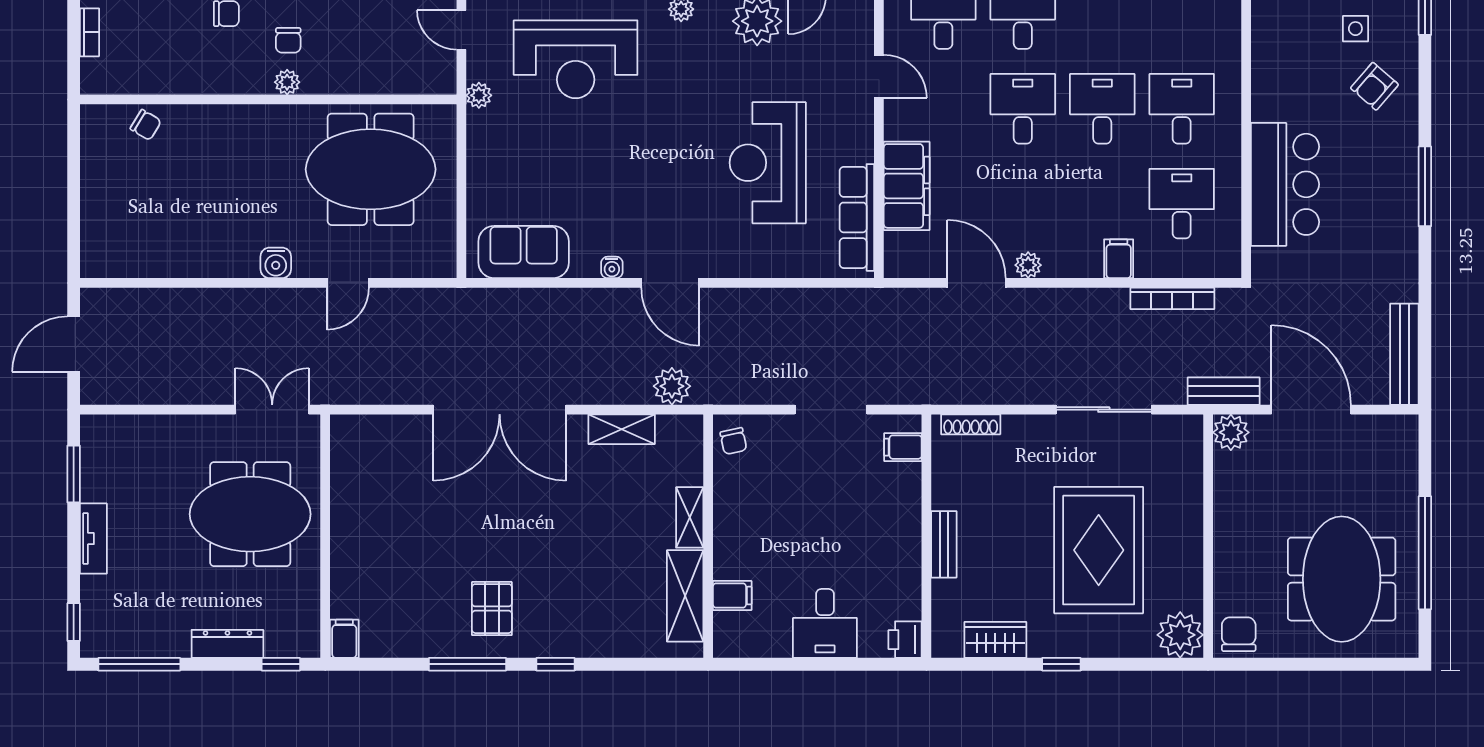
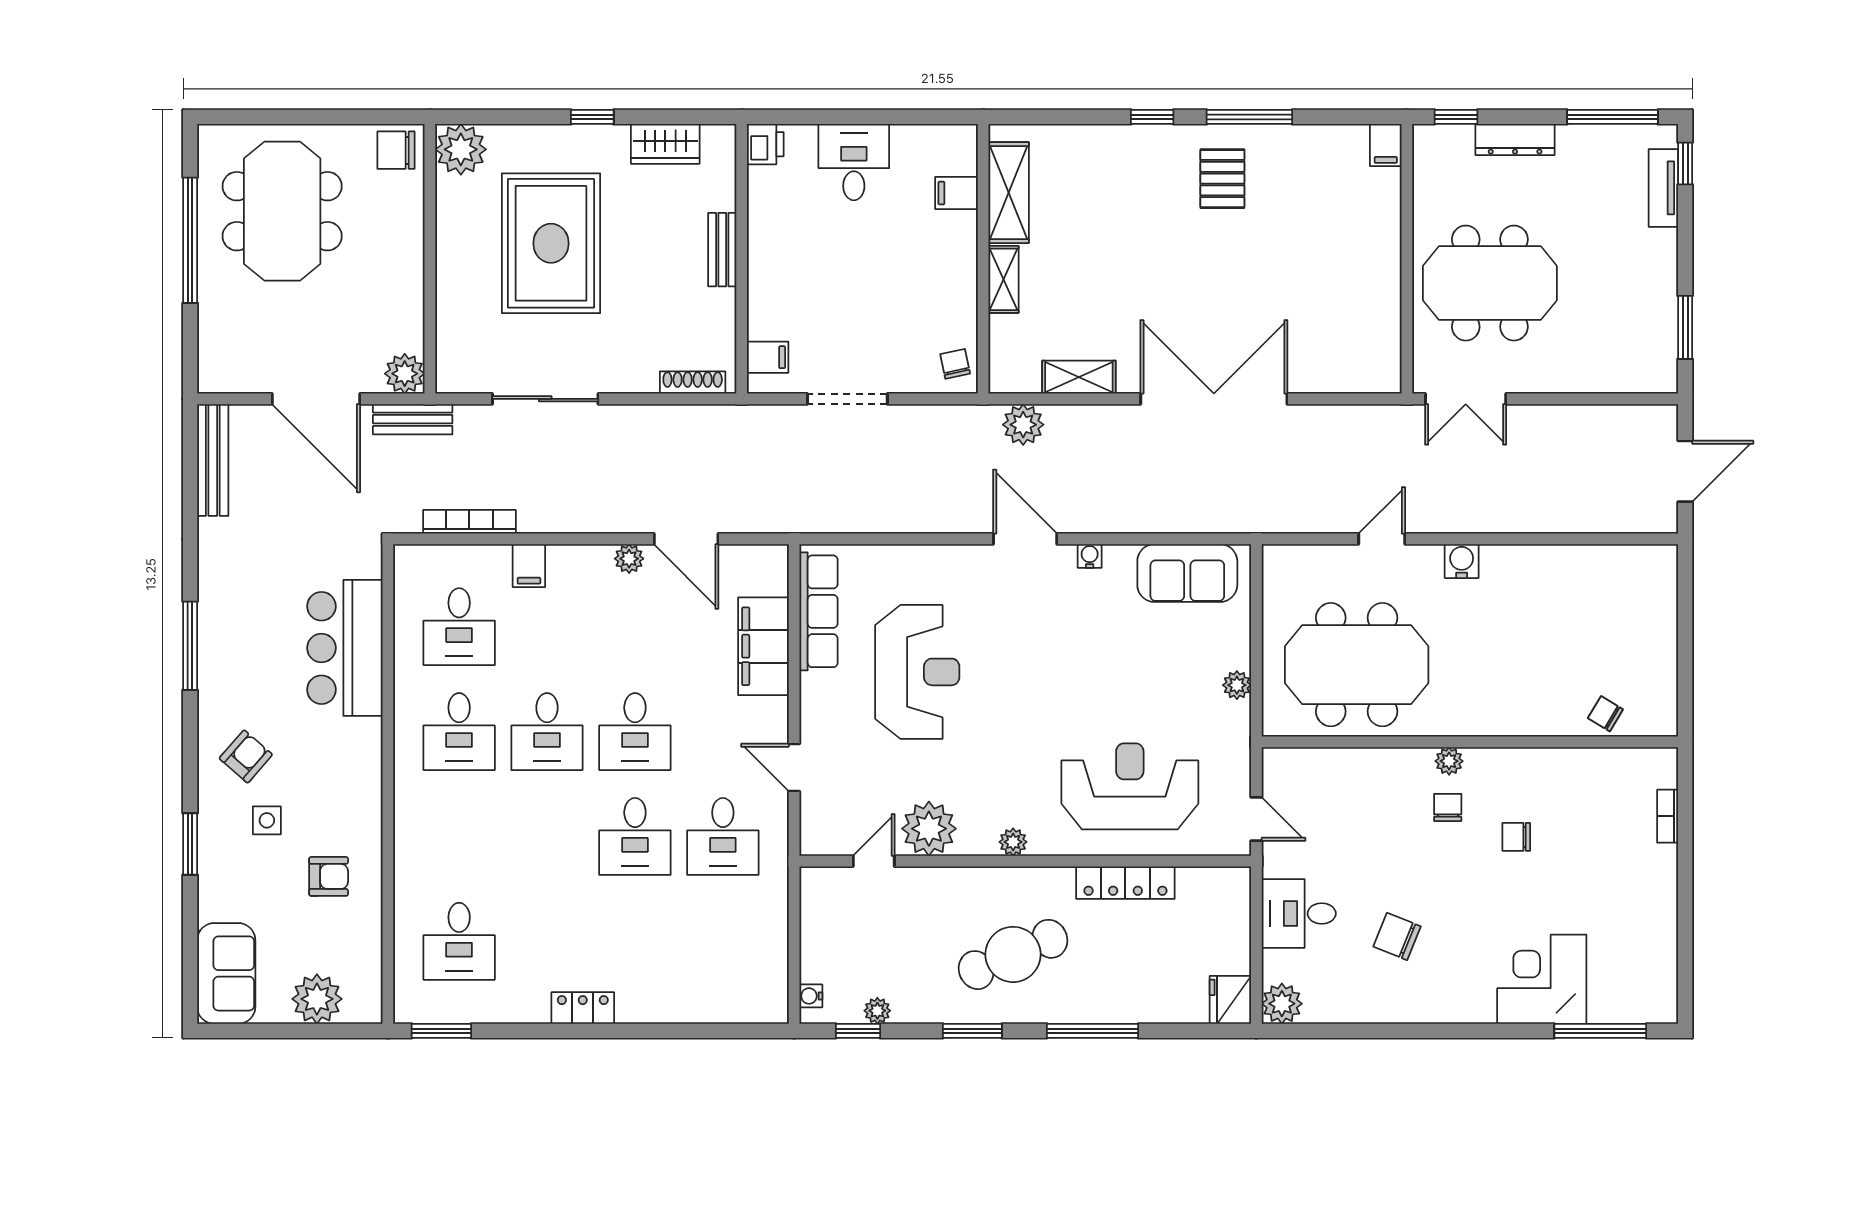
plant: (479, 95) -> (1237, 685), moved
tv unit: (93, 539) -> (1663, 188), moved
chair: (1239, 634) -> (396, 150), turned 90

